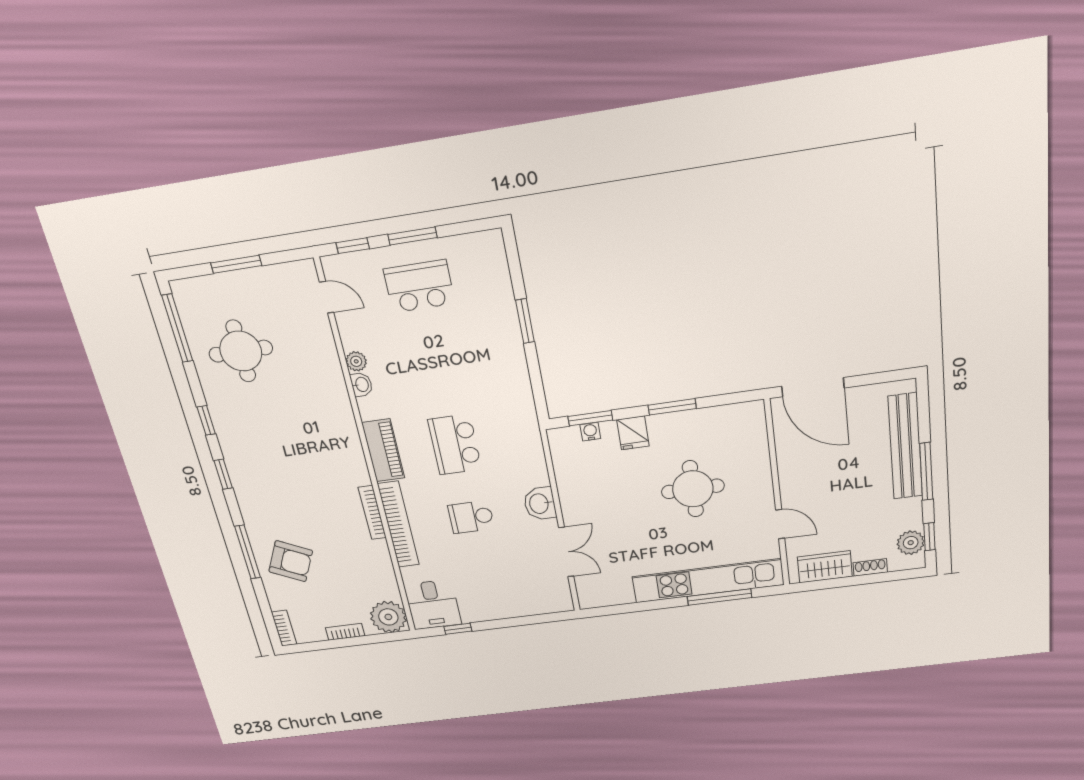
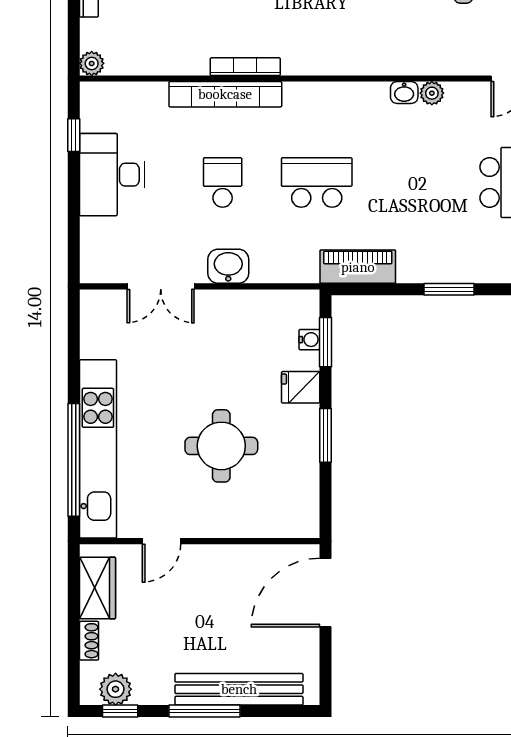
piano: (383, 450) -> (358, 267), moved, turned 180
window: (719, 597) -> (74, 460), width x1.46
desk: (433, 605) -> (112, 175), moved, width x1.37
plant: (388, 617) -> (92, 63), width x0.53, depth x0.53

